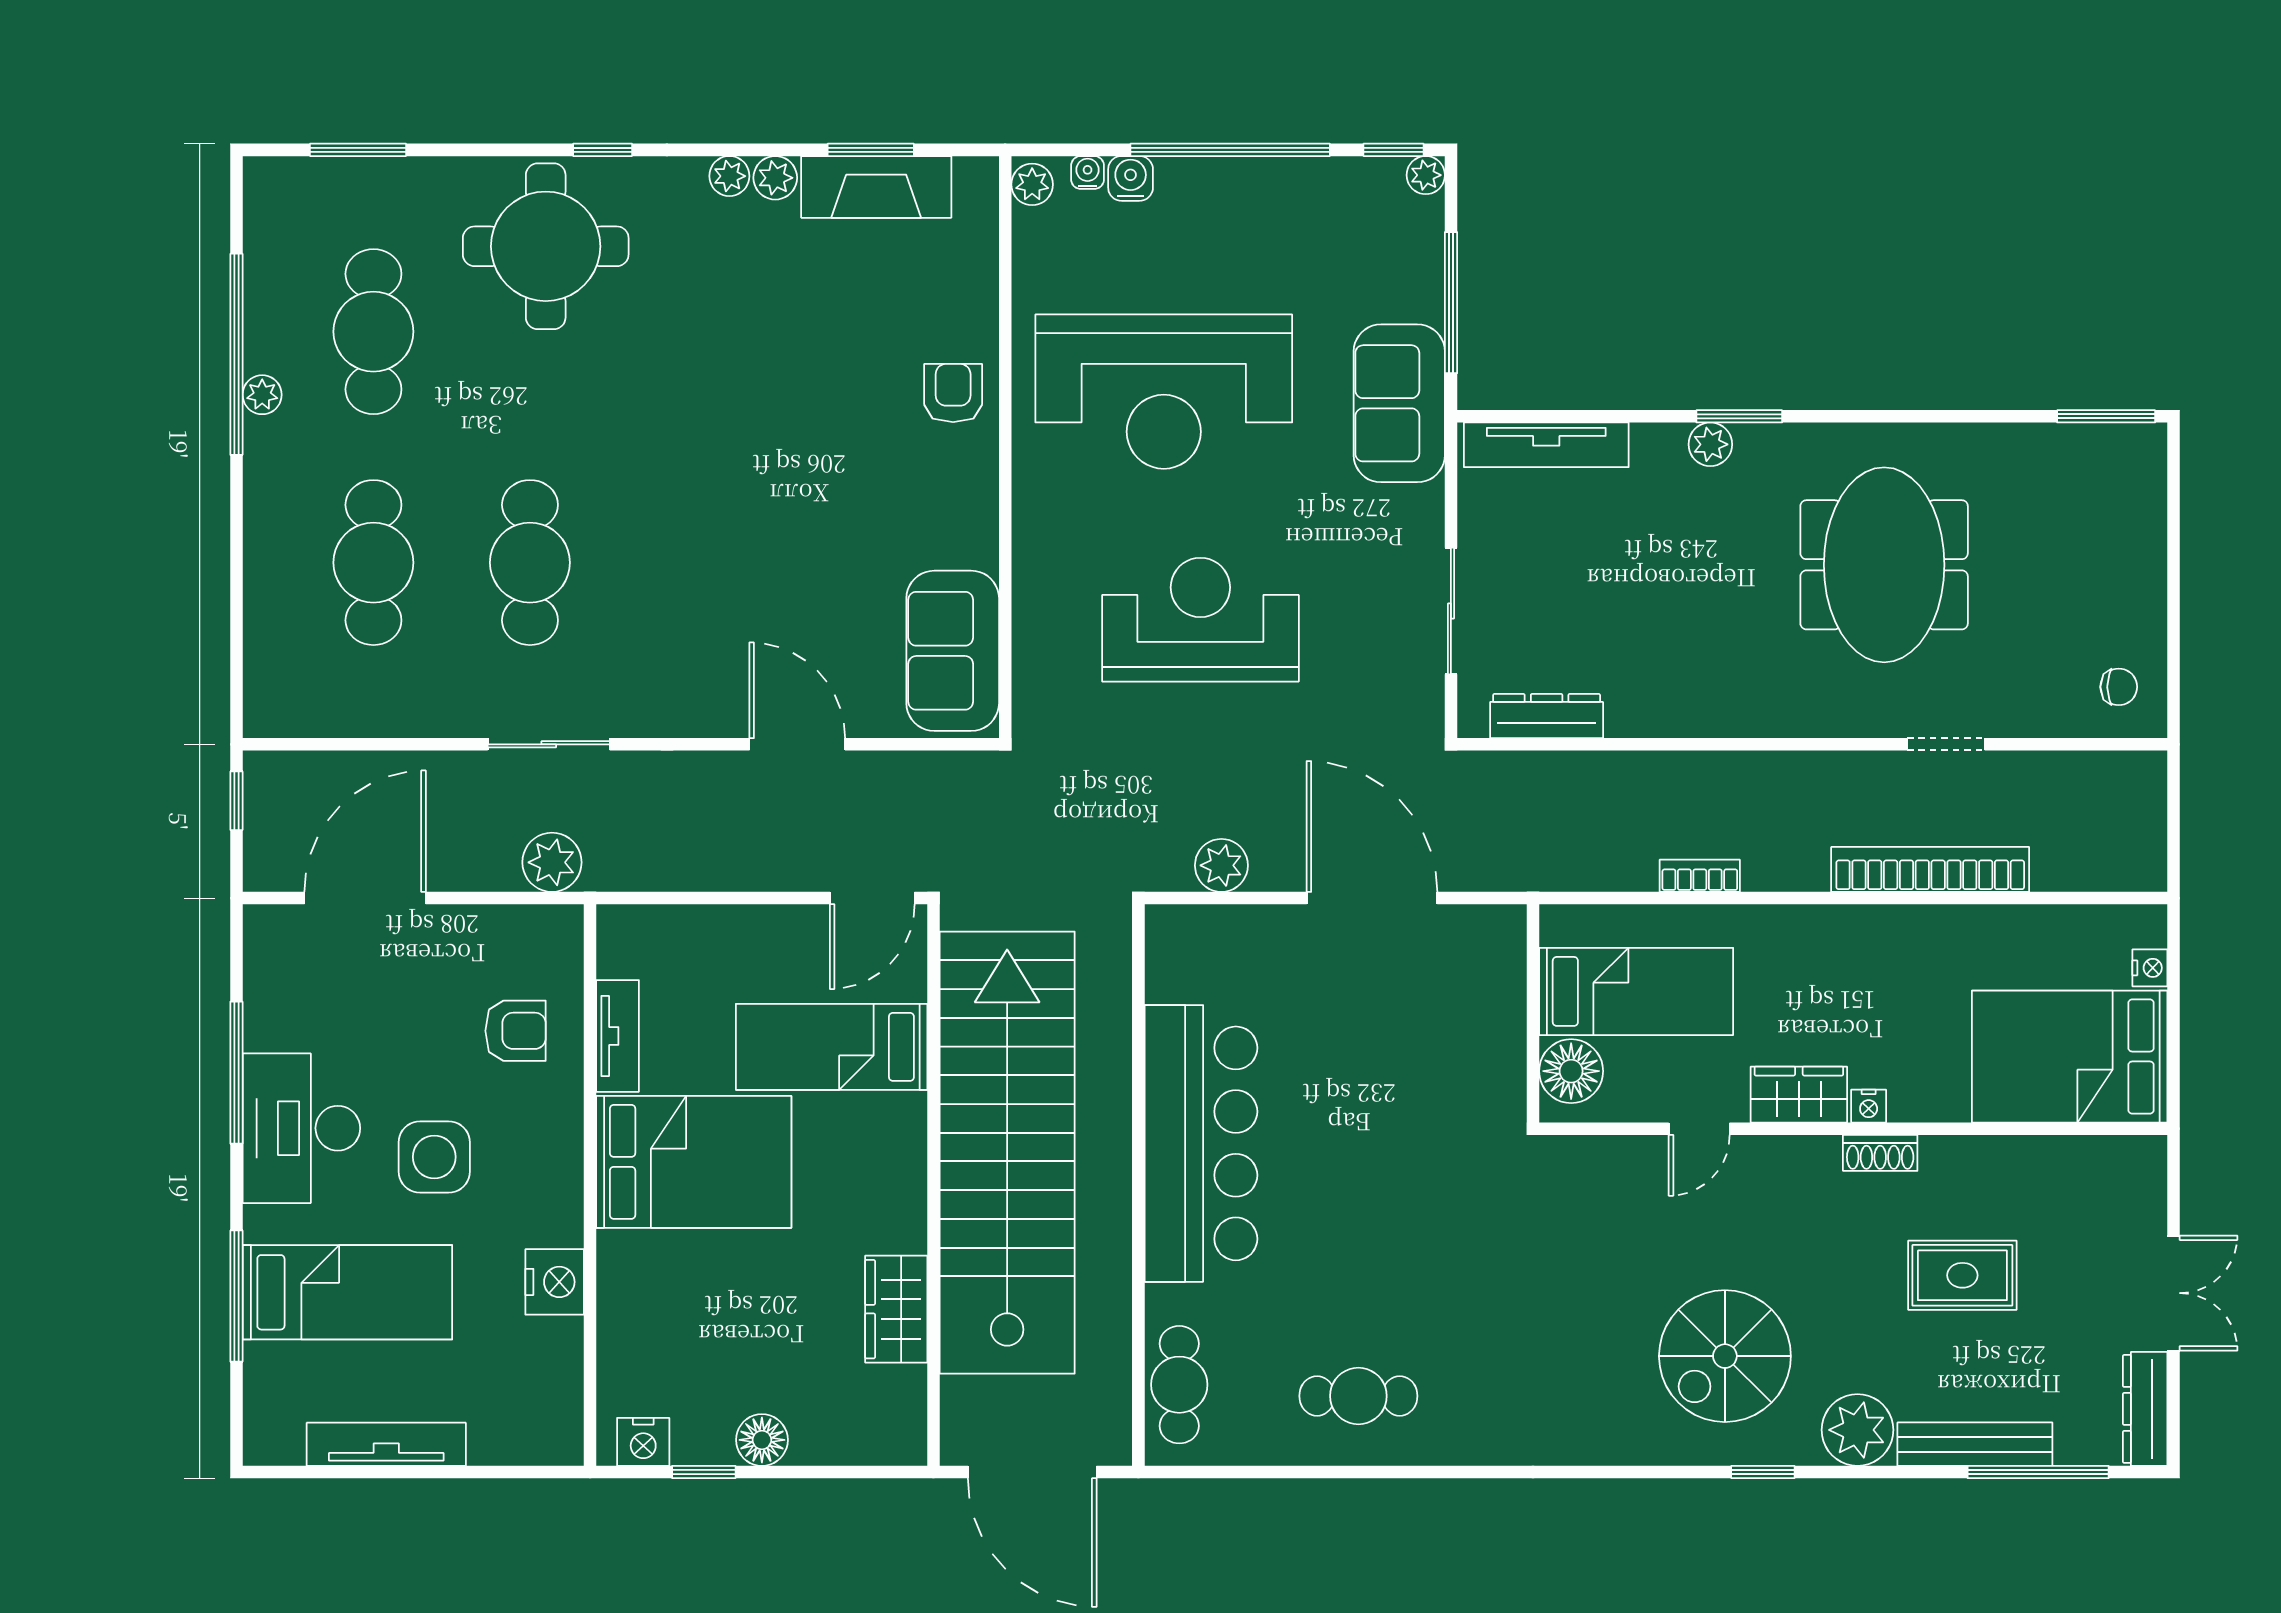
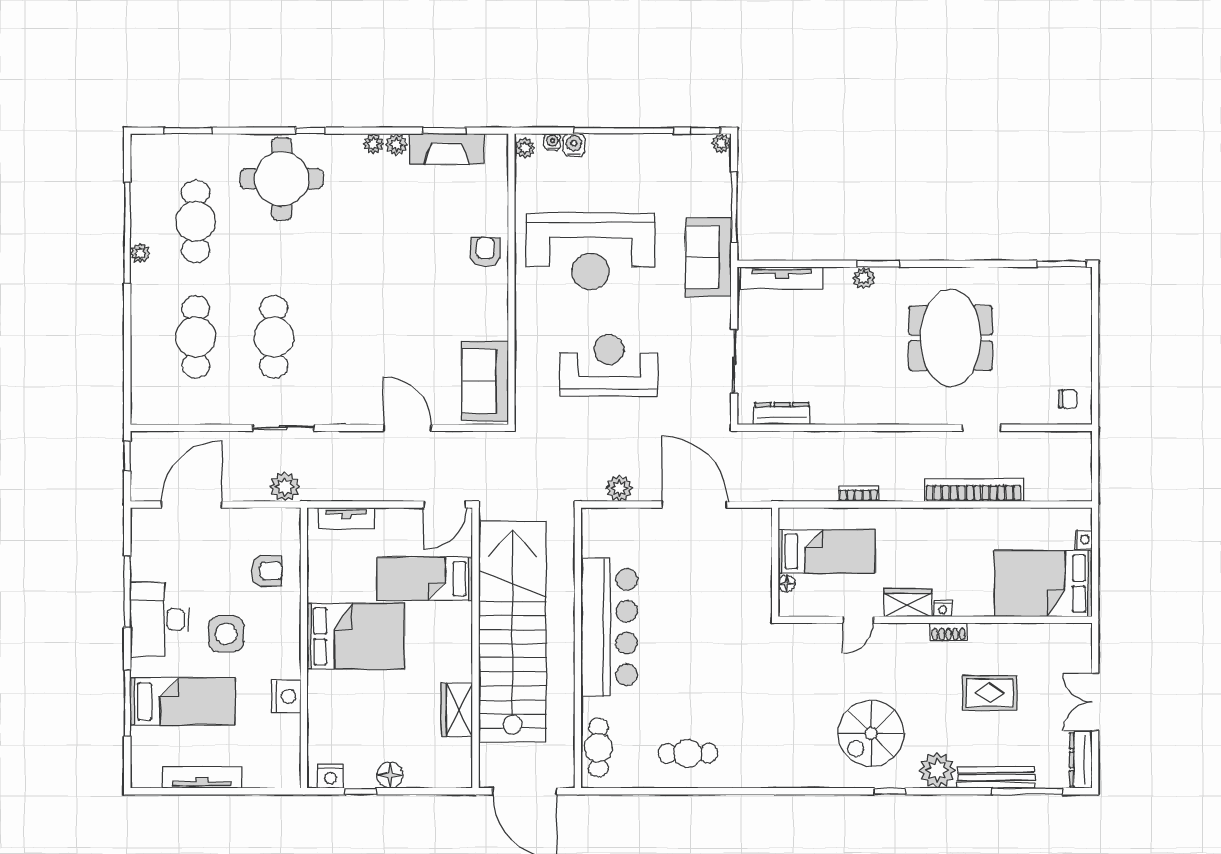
tv unit: (618, 1036) -> (346, 518), moved, turned 90
floor lamp: (1571, 1071) -> (787, 583), width x0.53, depth x0.53
double door: (2174, 1293) -> (1095, 702), swing flipped

